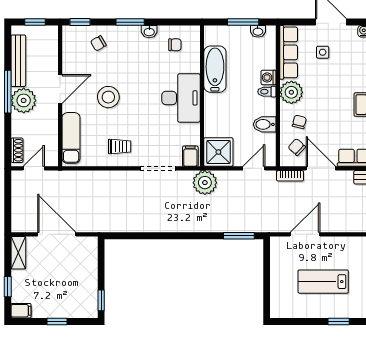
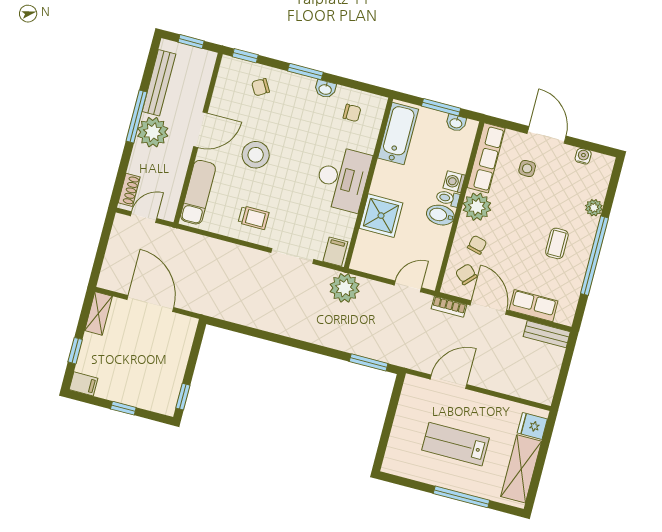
bathtub: (215, 69) -> (398, 134), moved
bidet: (265, 124) -> (440, 215), moved
shower: (218, 152) -> (381, 216), moved
window: (339, 322) -> (461, 497), width x2.17

